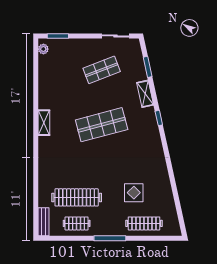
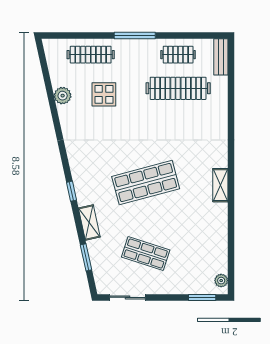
shop shelf: (102, 70) -> (146, 254), turned 39
plant: (166, 192) -> (63, 96), added

